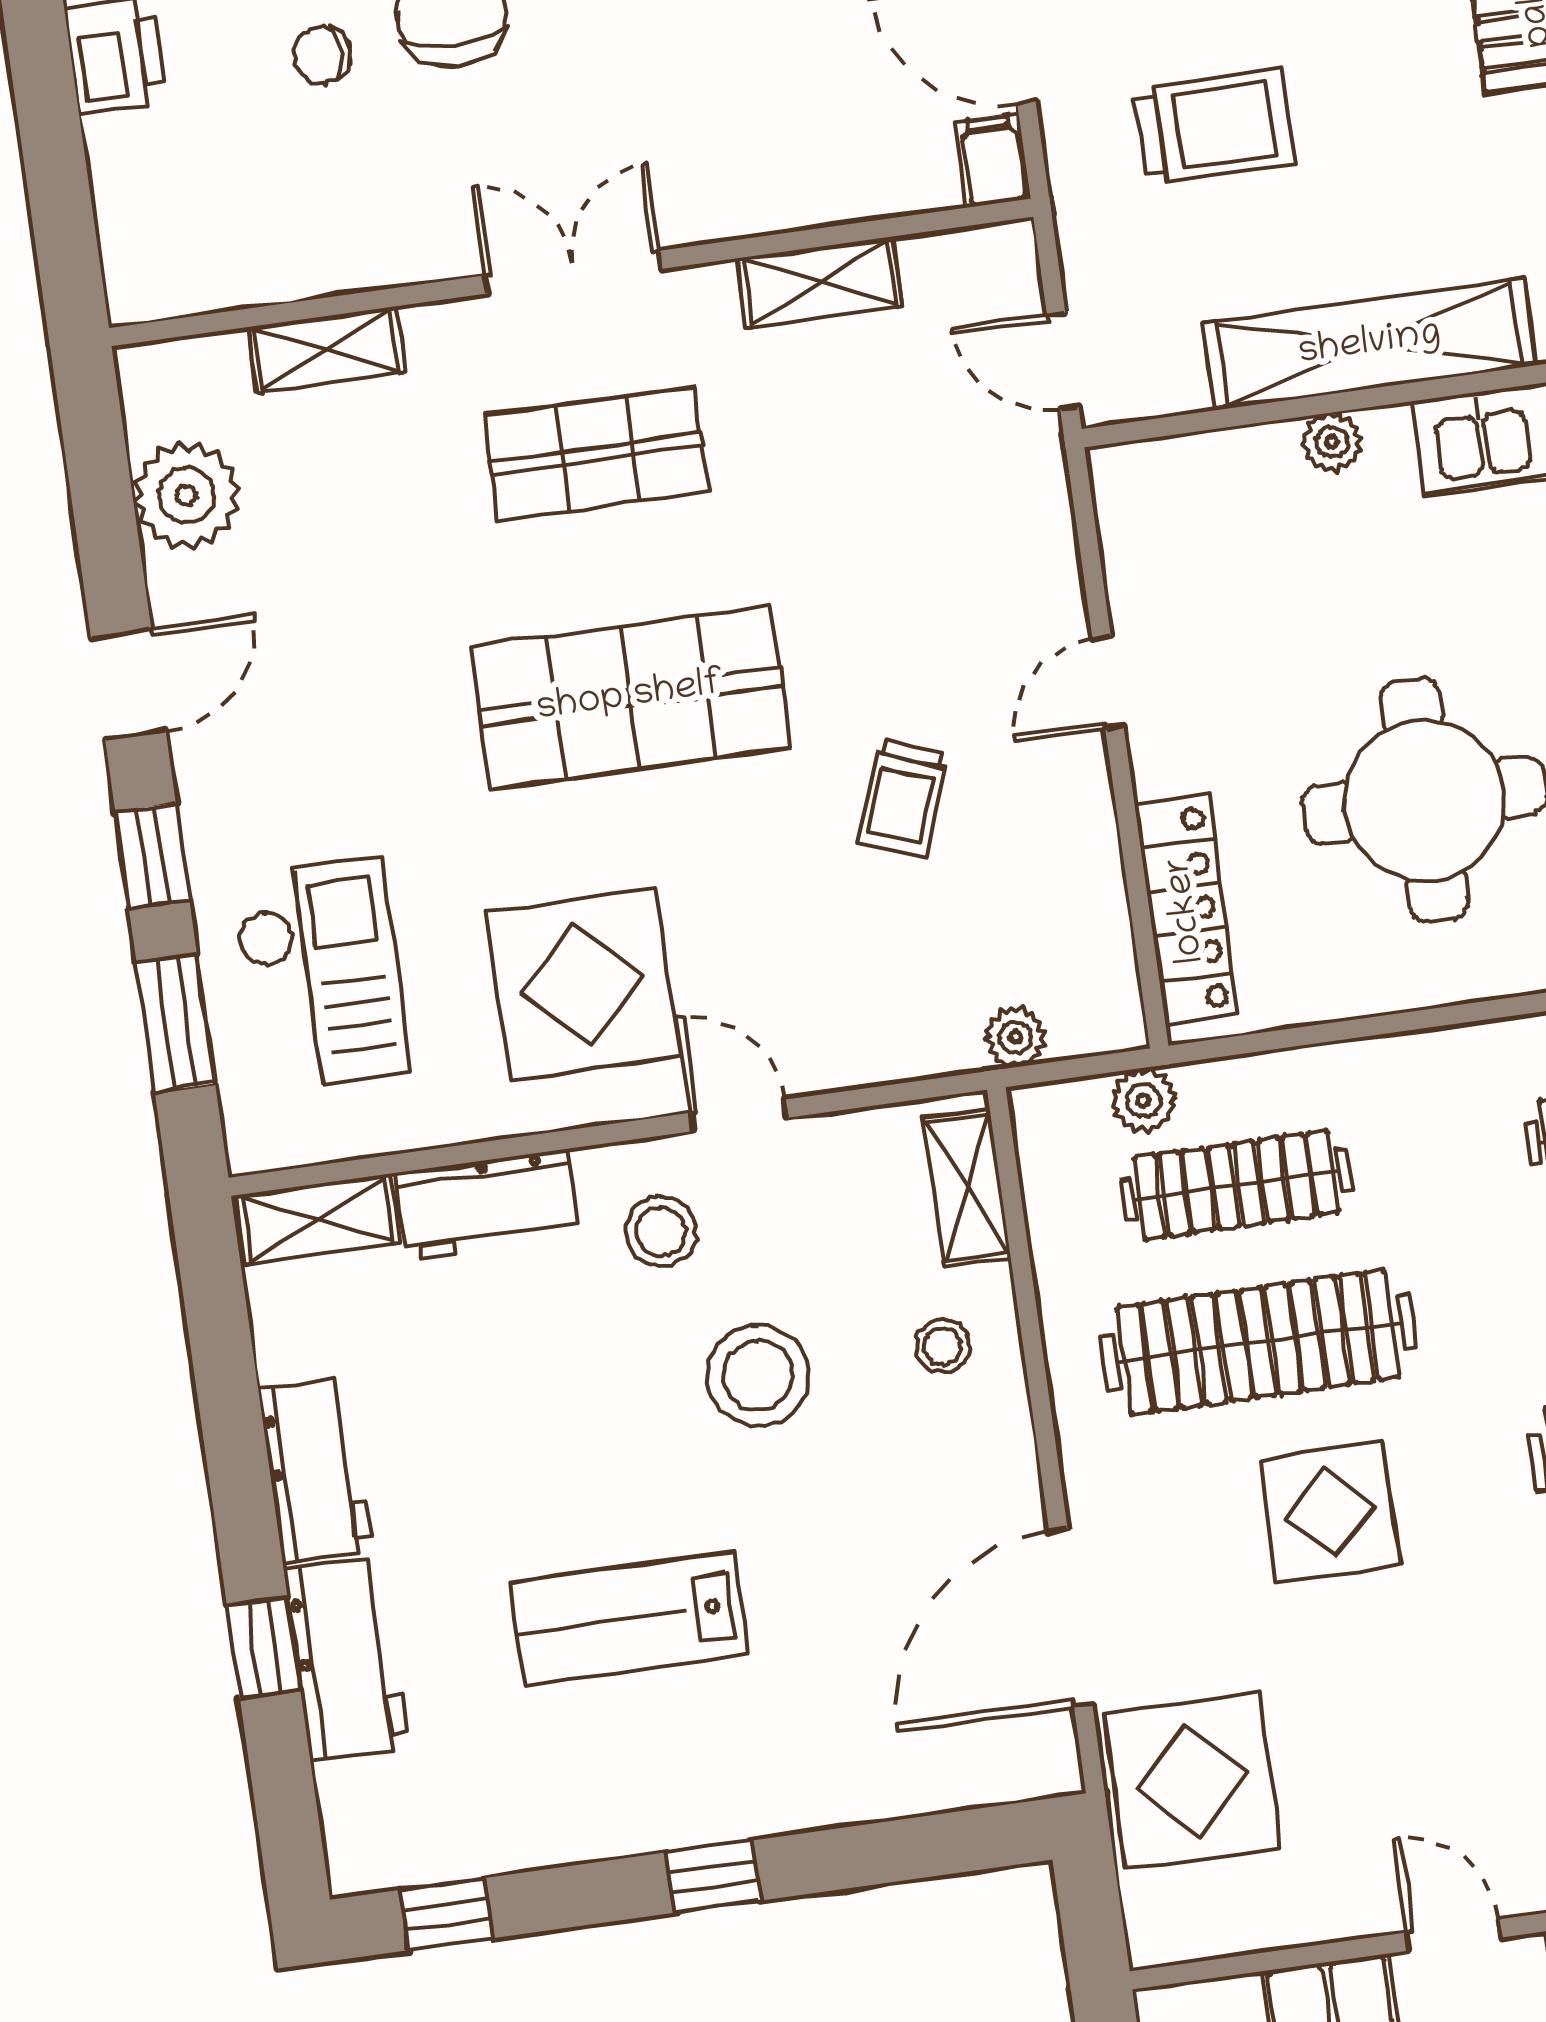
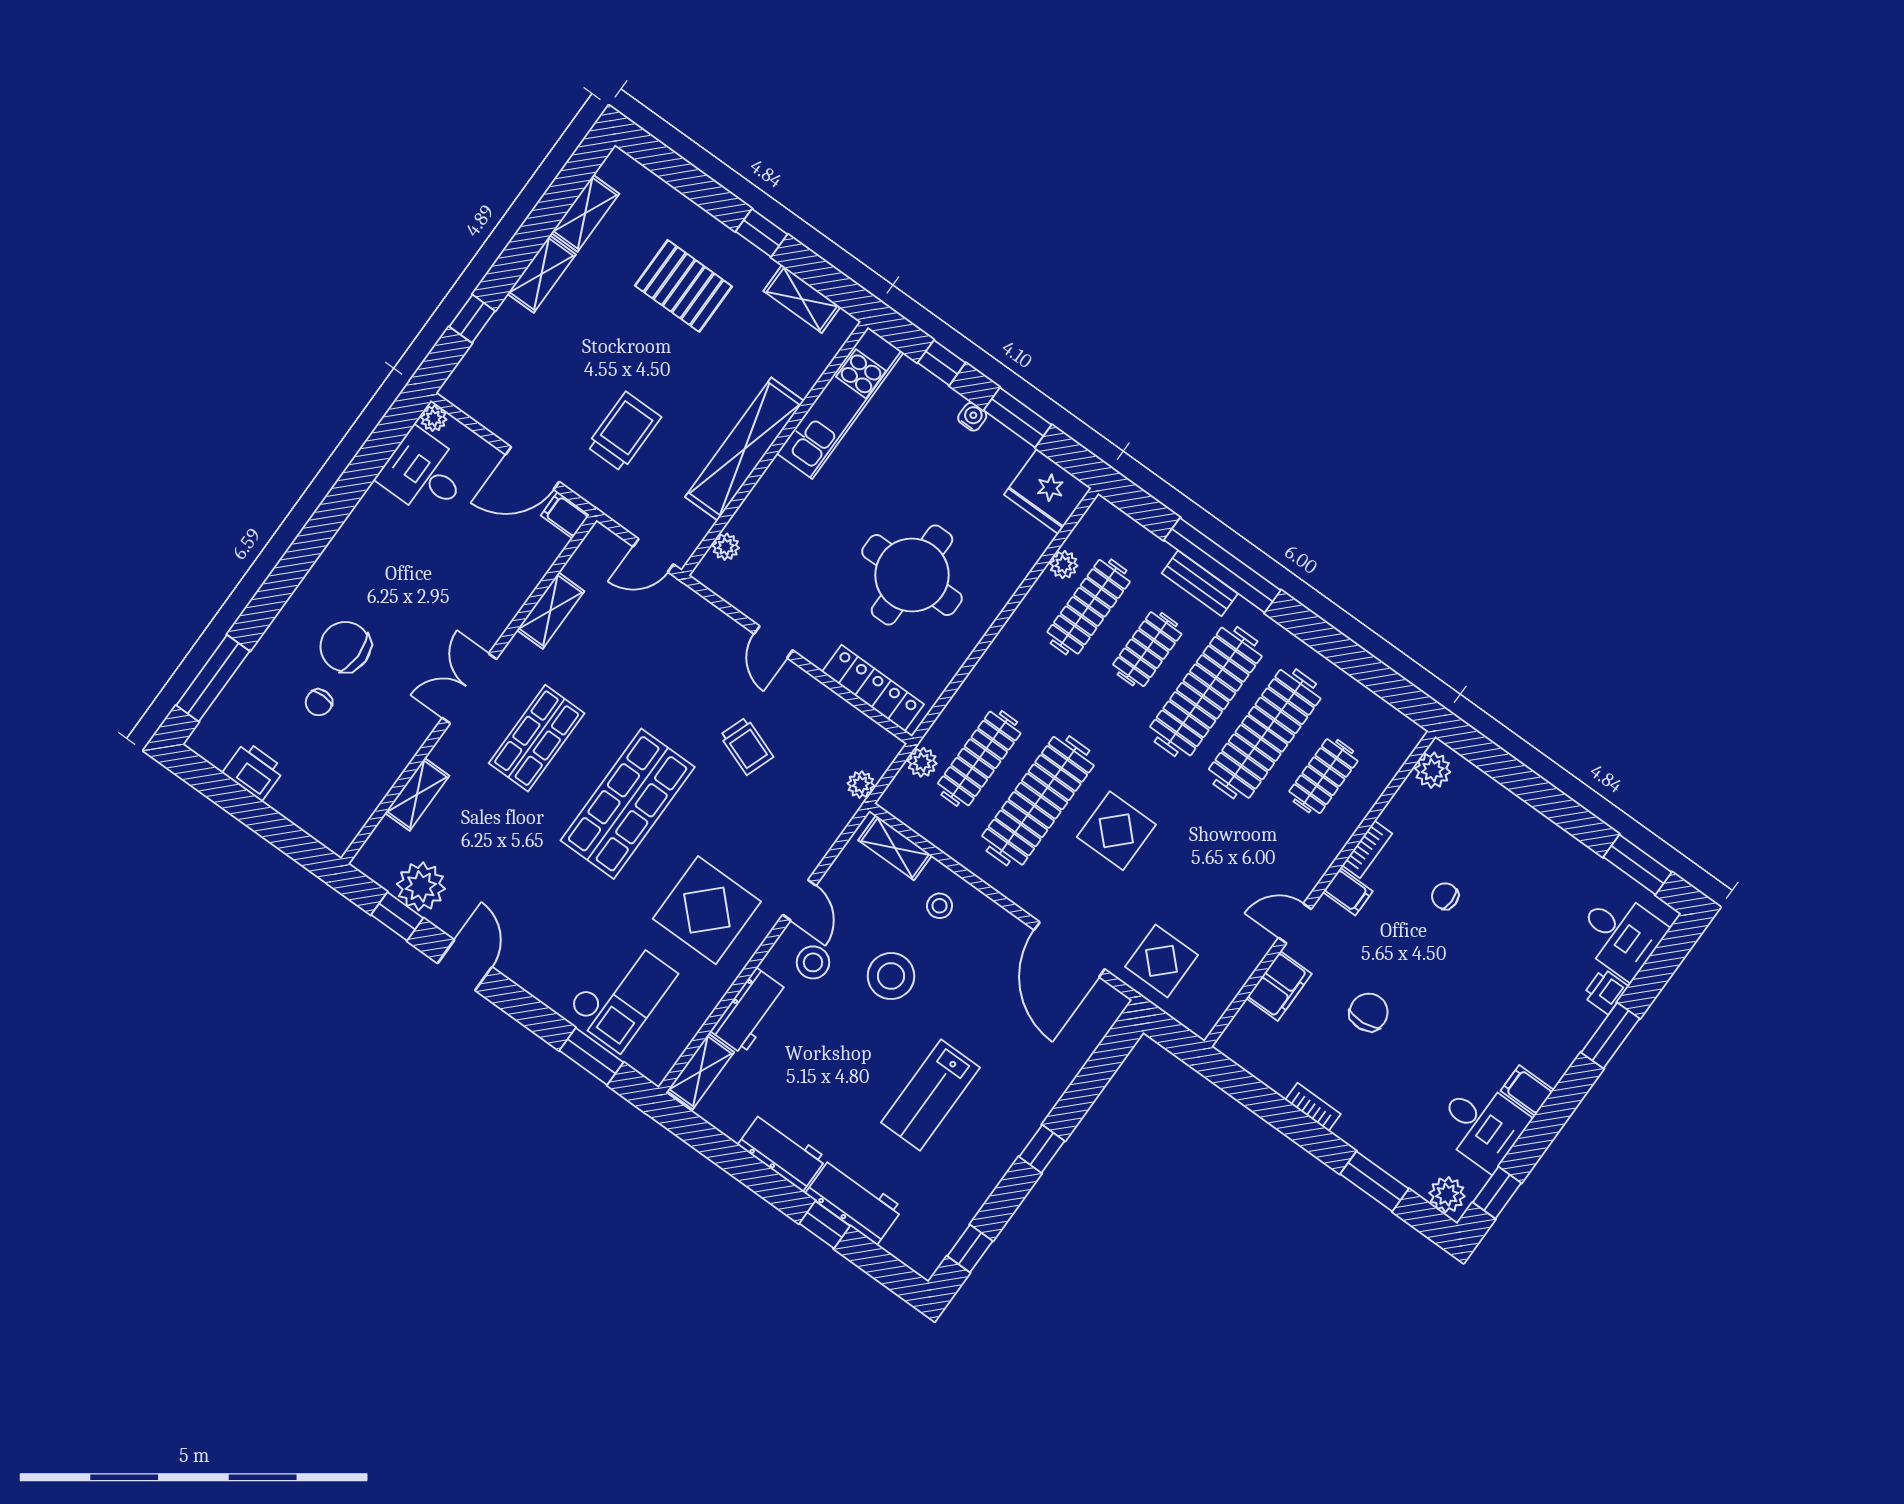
plant: (1332, 442) -> (726, 547), moved
window: (152, 855) -> (397, 916), moved
checkout: (321, 975) -> (621, 994), turned 90
door: (739, 1115) -> (799, 900), swing flipped
display table: (1192, 1781) -> (1161, 961), width x0.73, depth x0.73

